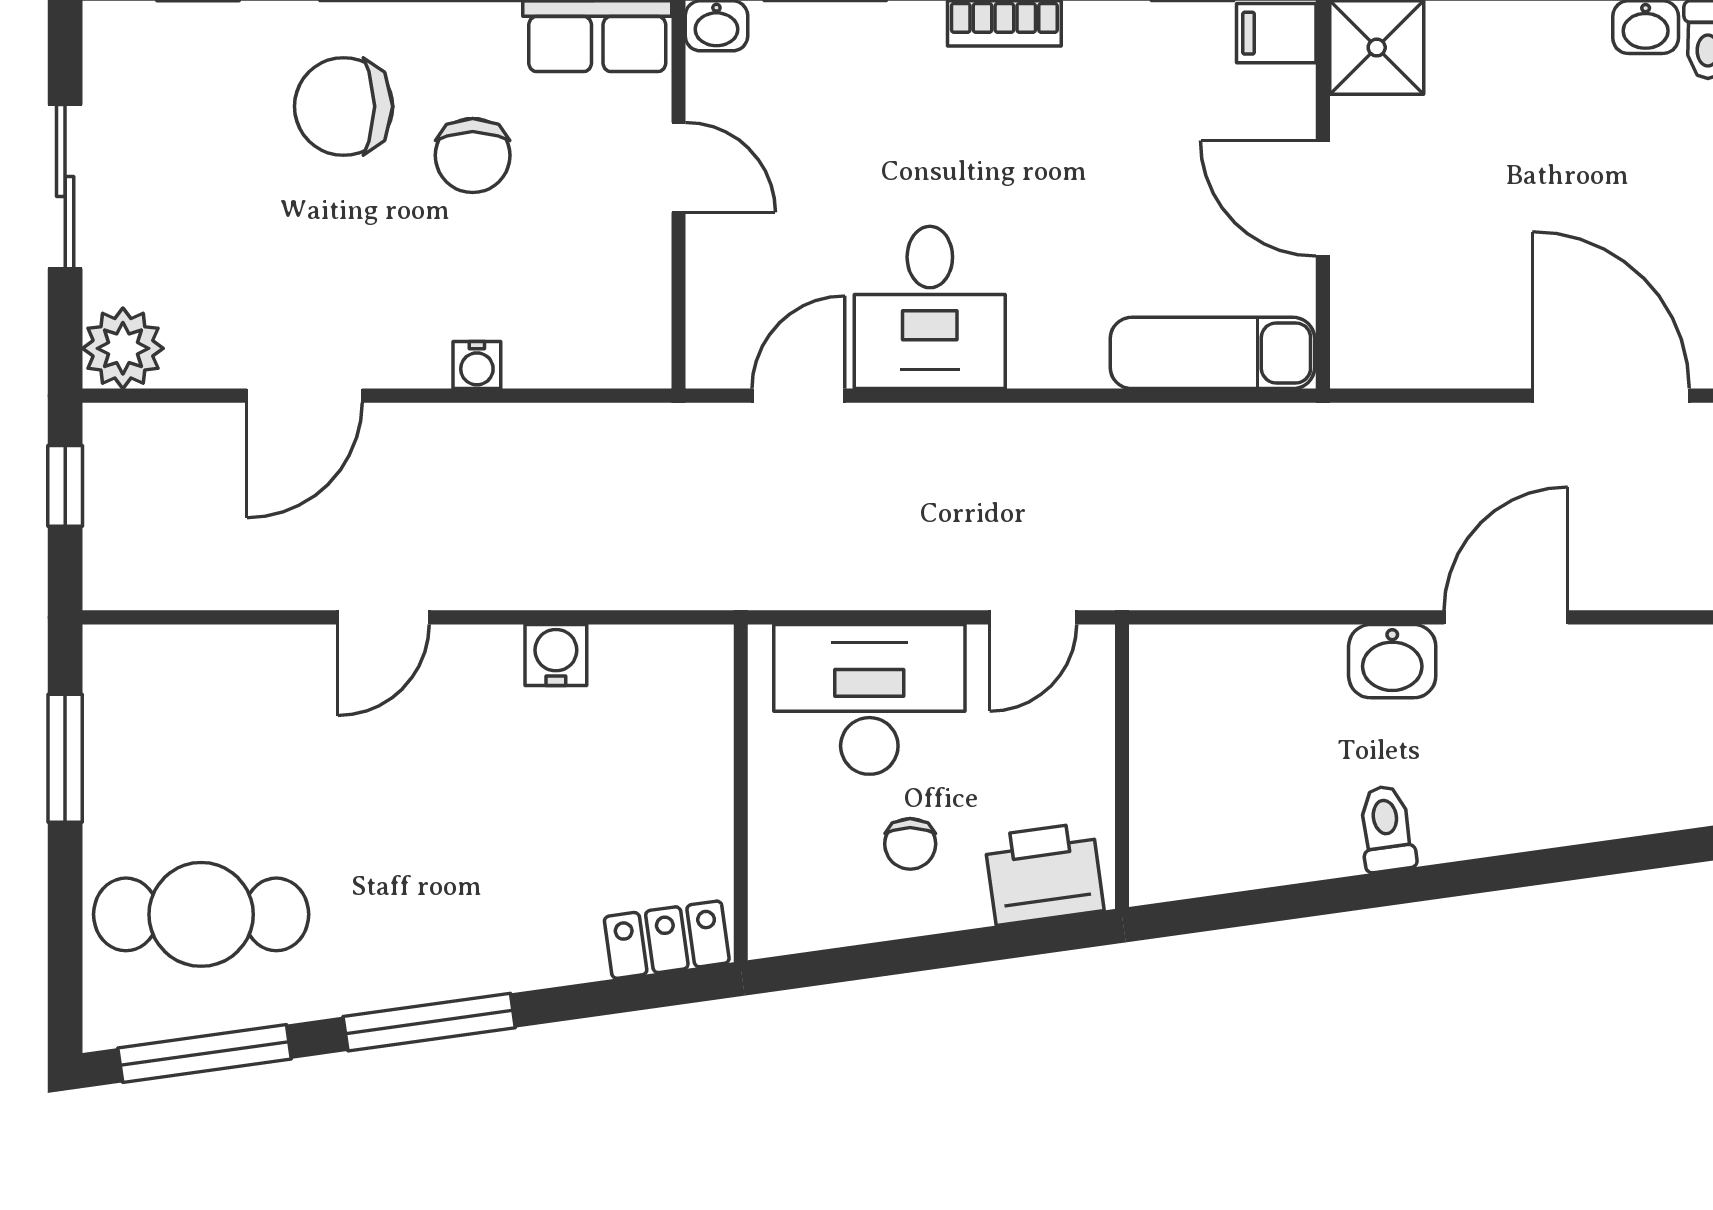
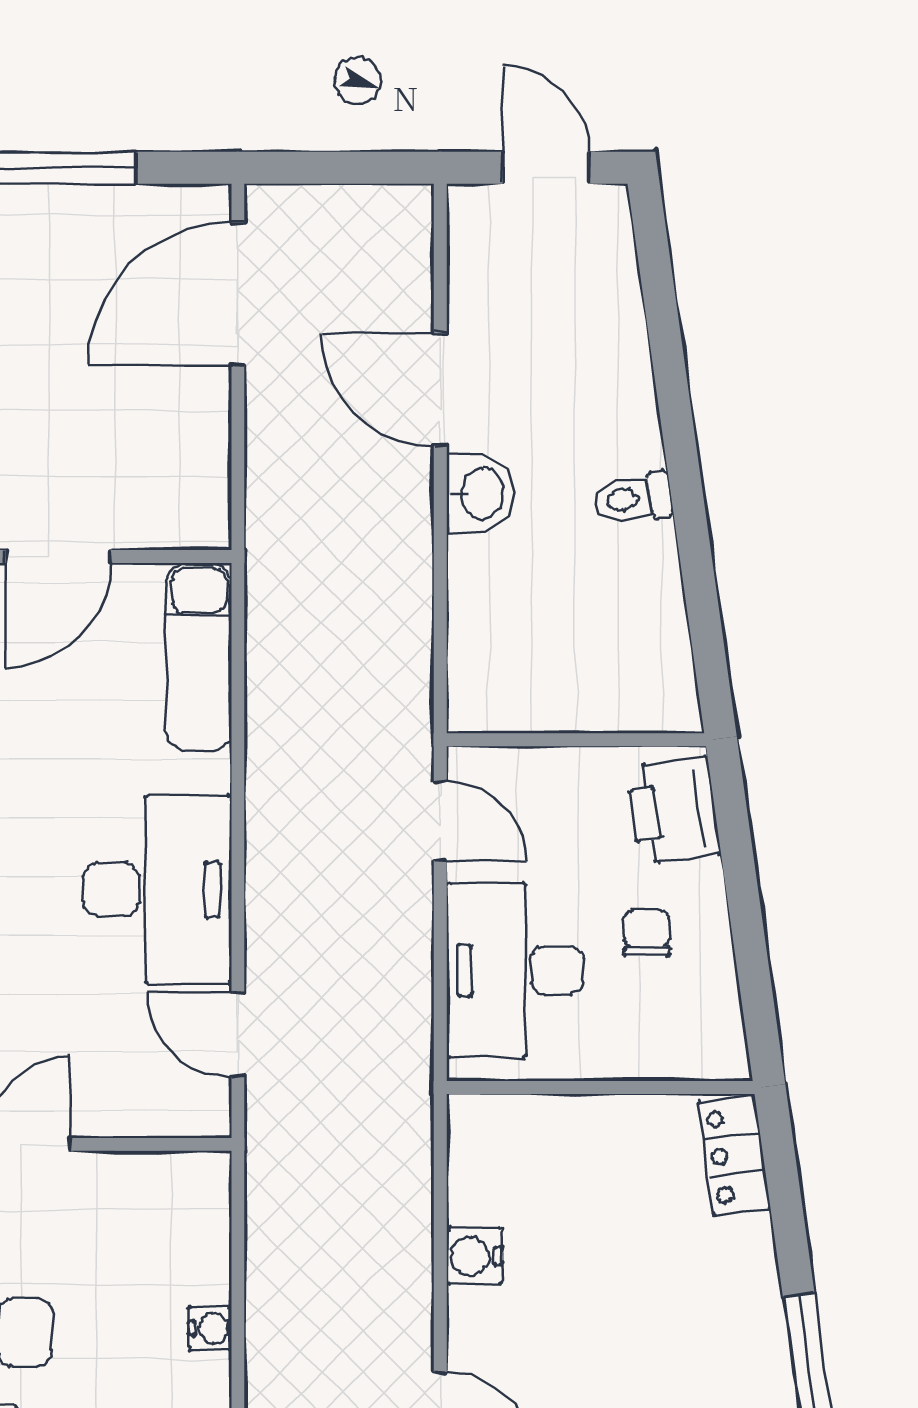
desk: (930, 307) -> (157, 889), width x1.37
chair: (910, 844) -> (647, 933), turned -90

